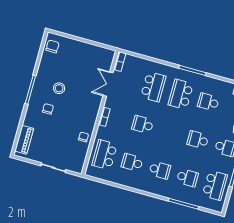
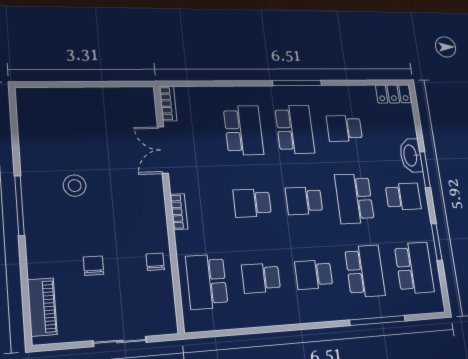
chair: (52, 46) -> (33, 112), removed
school desk: (181, 94) -> (295, 129), turned 180
chair: (48, 109) -> (94, 266), moved
school desk: (170, 132) -> (304, 201), added
school desk: (198, 140) -> (354, 199), width x1.85
school desk: (160, 170) -> (314, 275), turned 180
school desk: (187, 178) -> (365, 271), width x1.85

